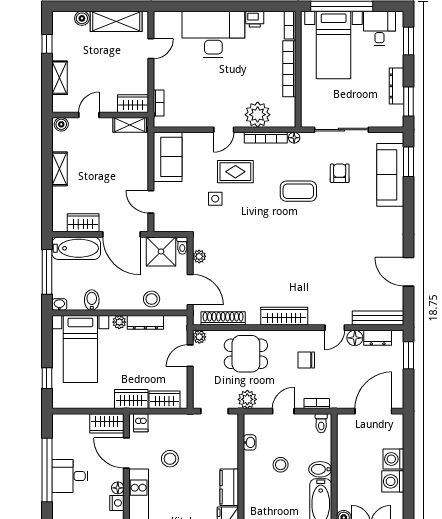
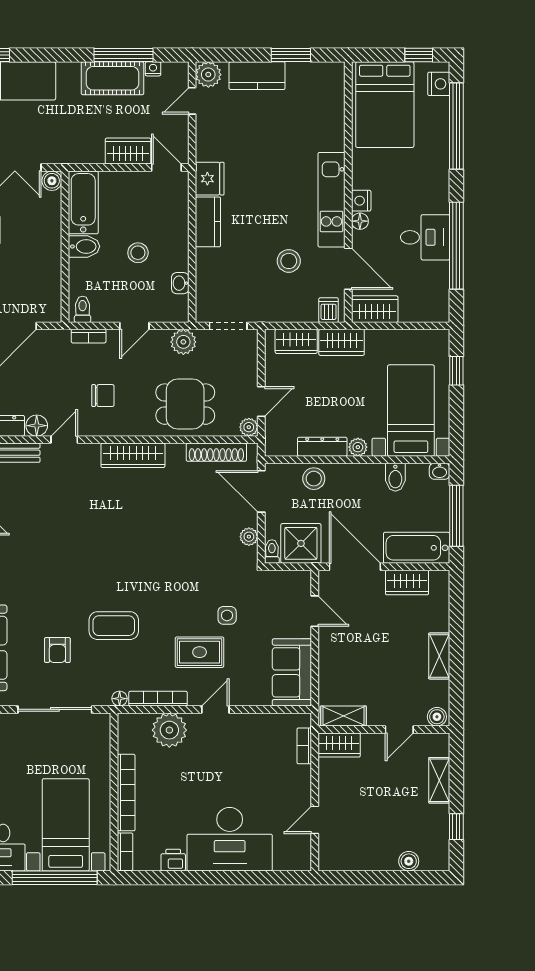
shelving: (116, 21) -> (362, 857), removed

